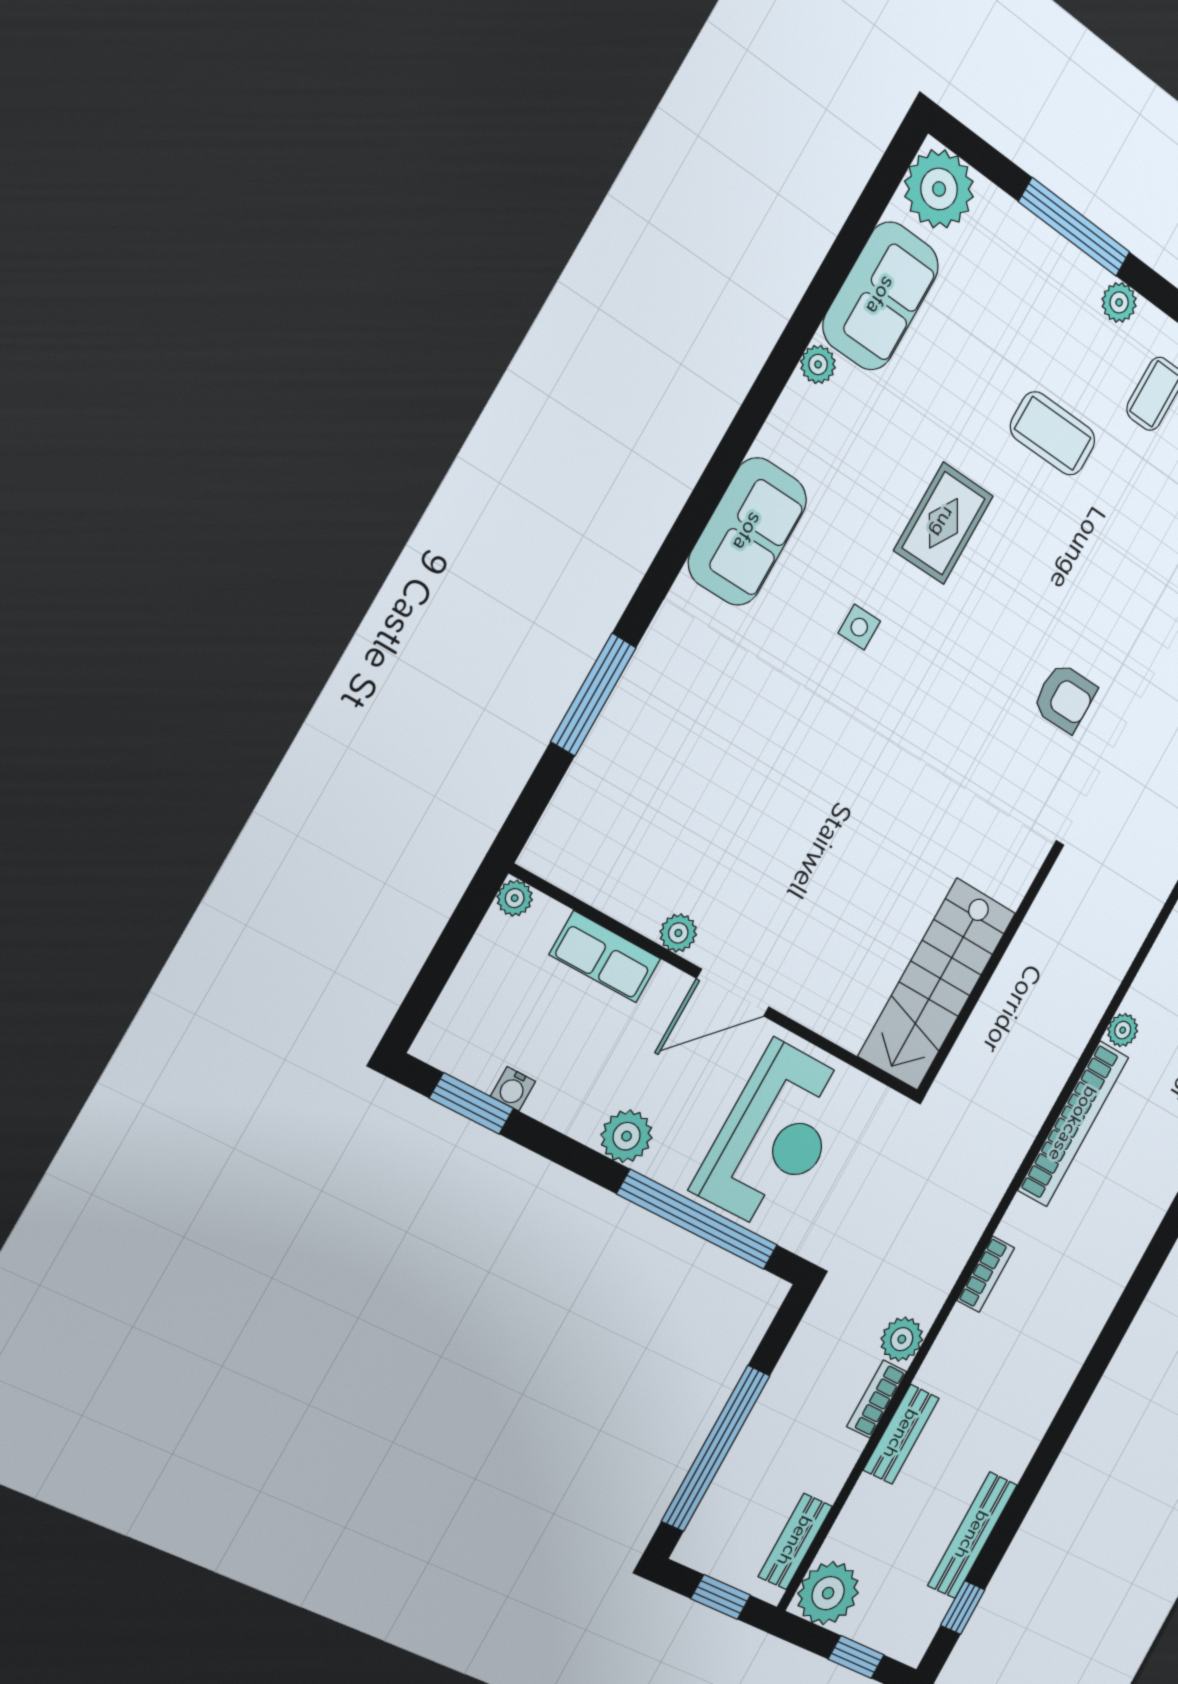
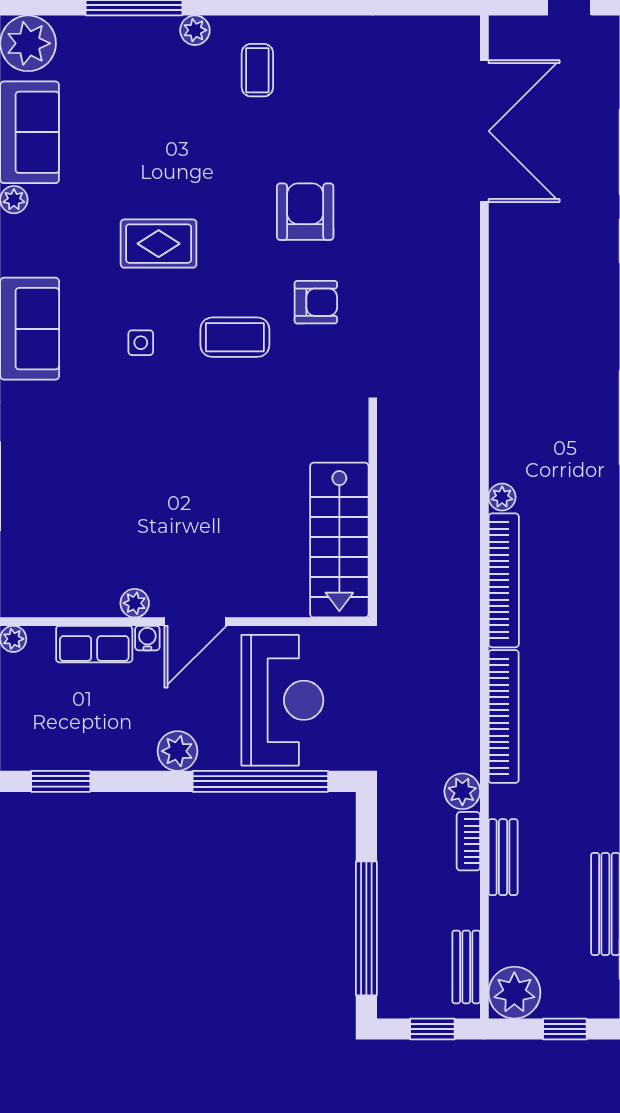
coffee table: (1053, 433) -> (235, 337), moved
rug: (943, 523) -> (159, 244), turned 90
armchair: (1112, 588) -> (305, 212), added
water cooler: (513, 1089) -> (147, 638), moved, turned 180
bookcase: (986, 1274) -> (504, 716), width x2.31, depth x1.31

